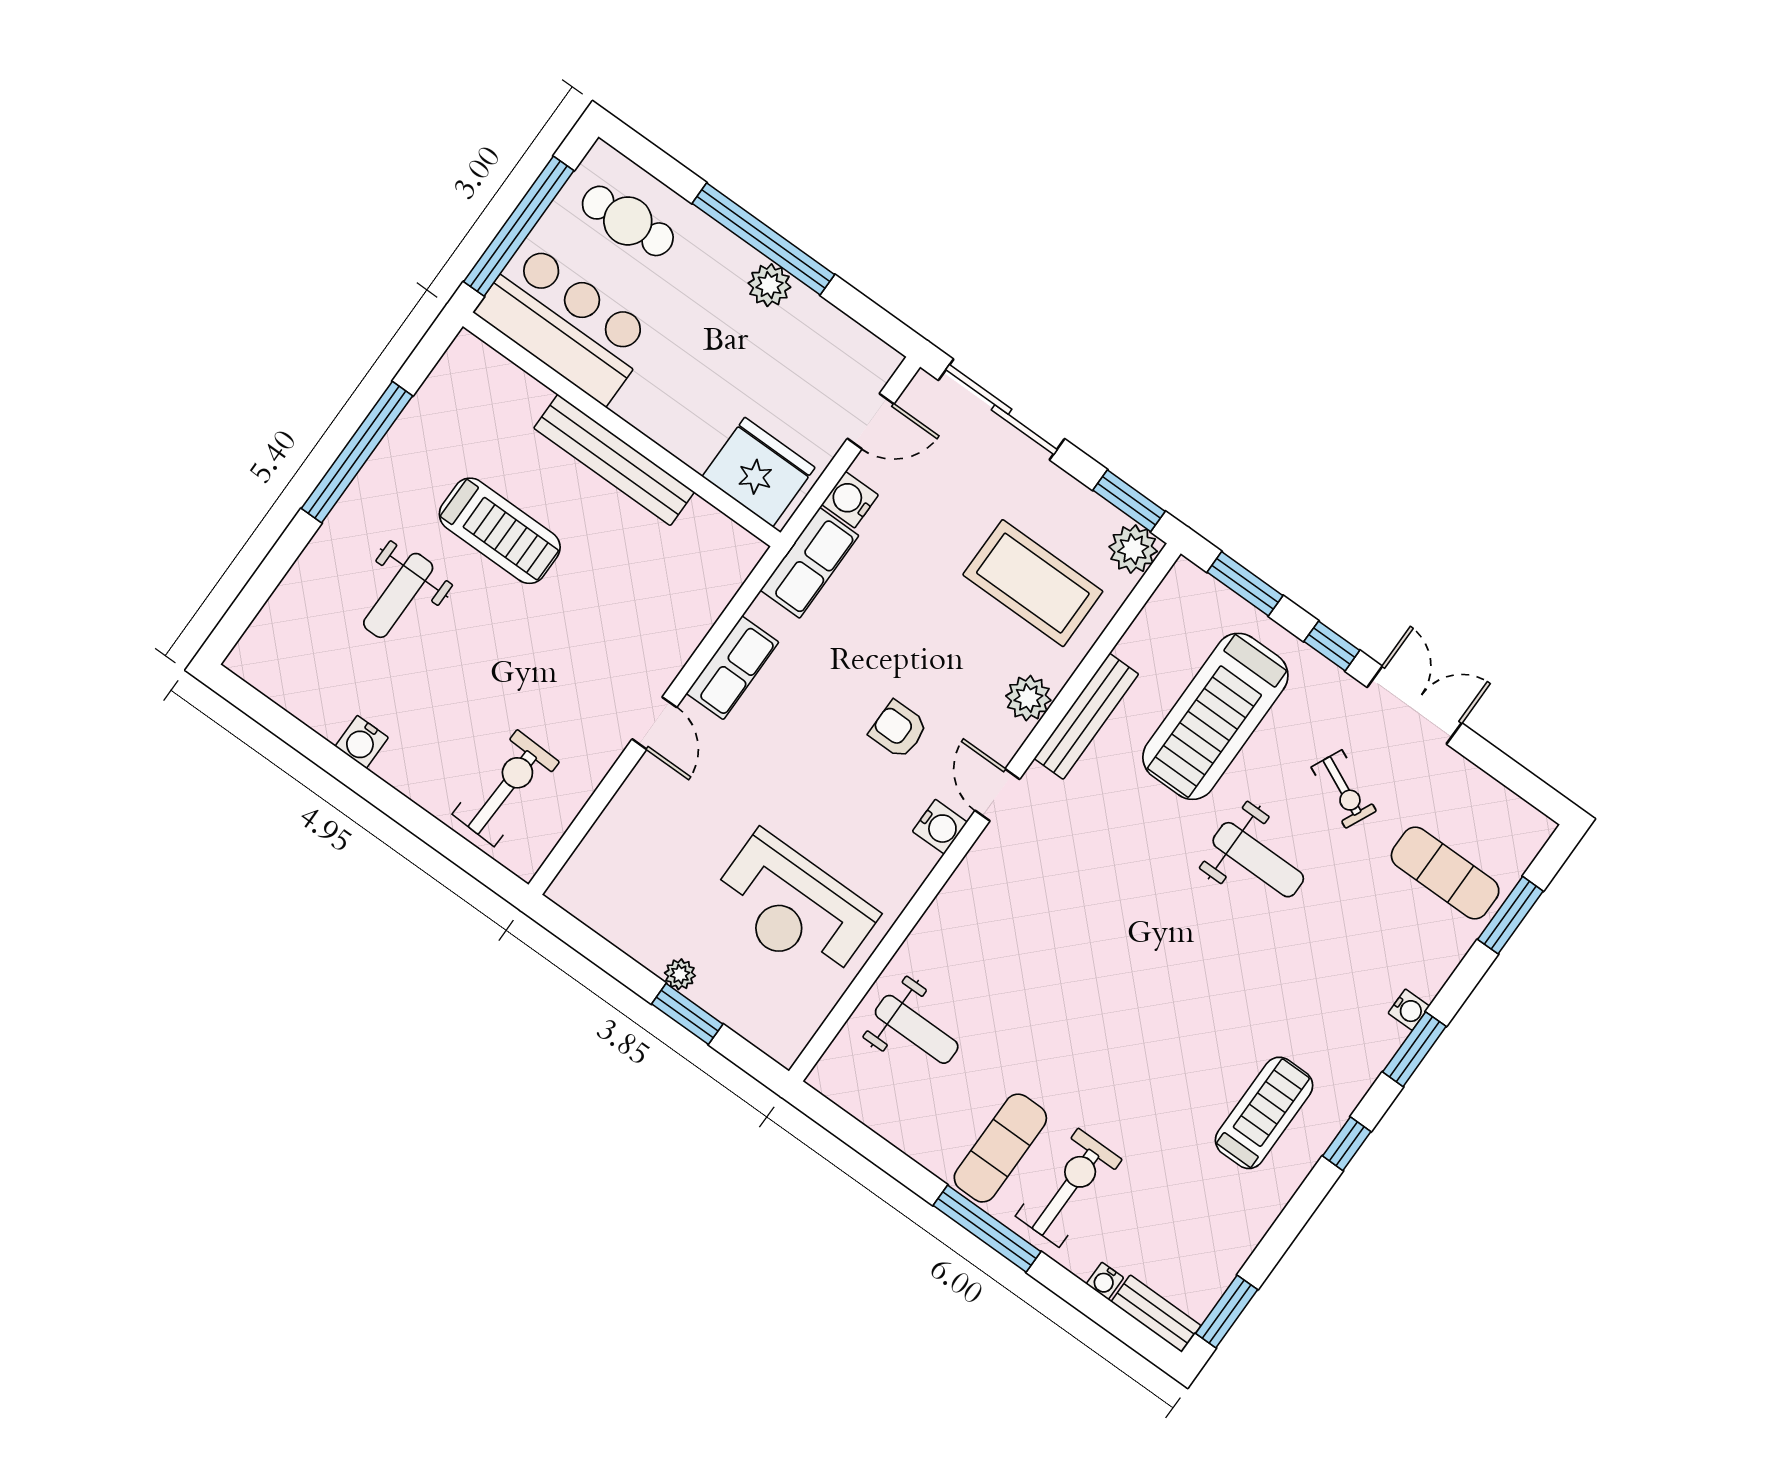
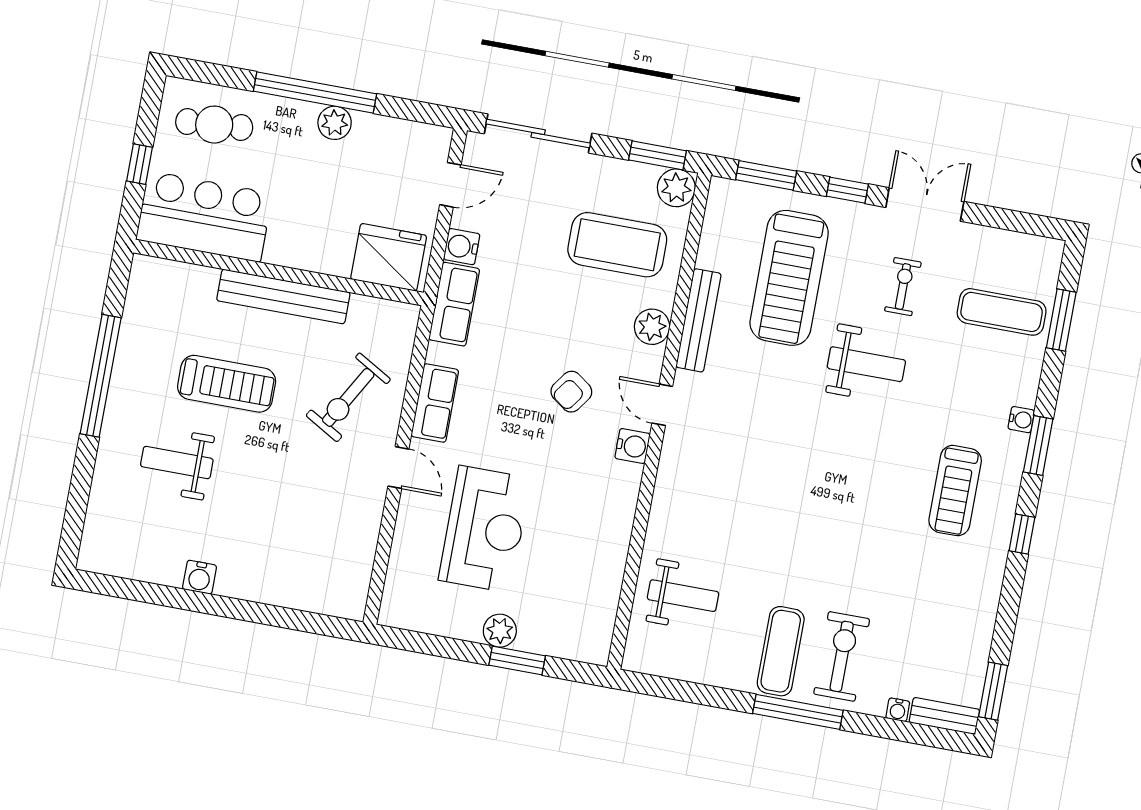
window: (519, 226) -> (139, 164), width x0.32
weight bench: (398, 595) -> (177, 463), turned 90
armchair: (898, 729) -> (571, 392), turned -54
exercise bike: (506, 788) -> (348, 397), moved, turned -152
exercise bike: (1344, 789) -> (903, 287), turned -115
reception desk: (793, 908) -> (485, 529), moved, turned -90
plant: (680, 974) -> (500, 631), width x1.38, depth x1.38
treadmill: (1264, 1113) -> (955, 491), moved, turned 180

